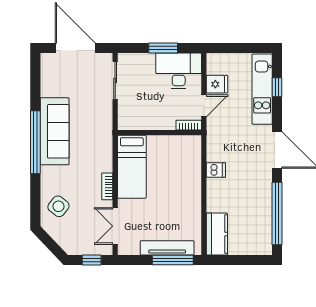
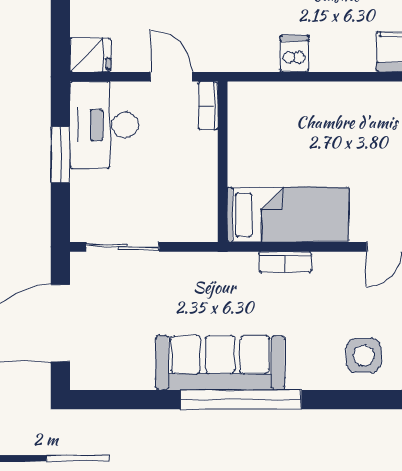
fridge: (217, 84) -> (90, 55), moved, turned 90
bookcase: (107, 186) -> (285, 262), moved
side table: (58, 206) -> (364, 355), turned -38

